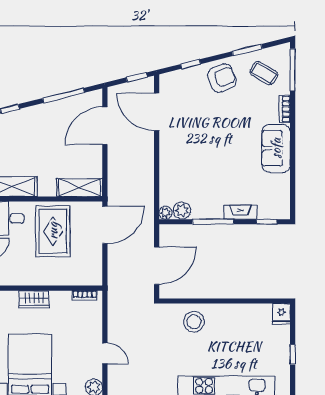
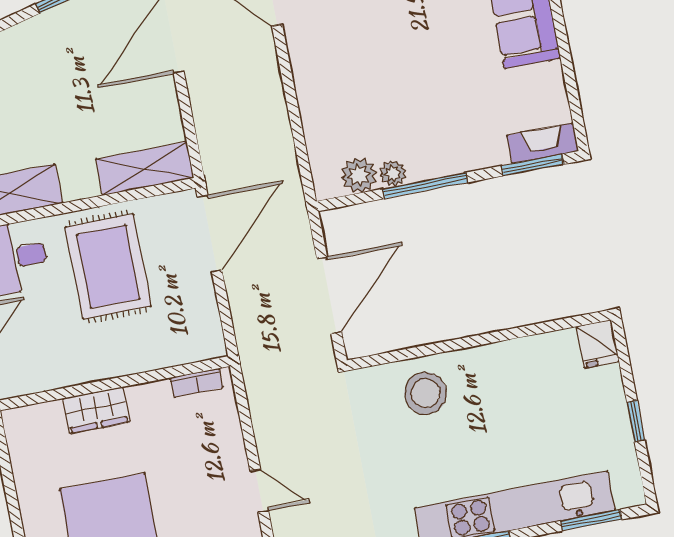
fireplace: (240, 212) -> (543, 143), moved
plant: (166, 213) -> (393, 173), moved
window: (267, 222) -> (532, 165), width x1.50

